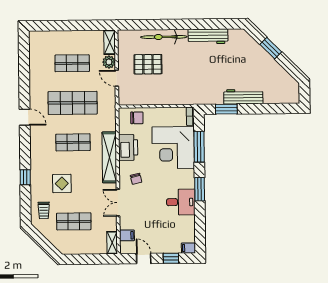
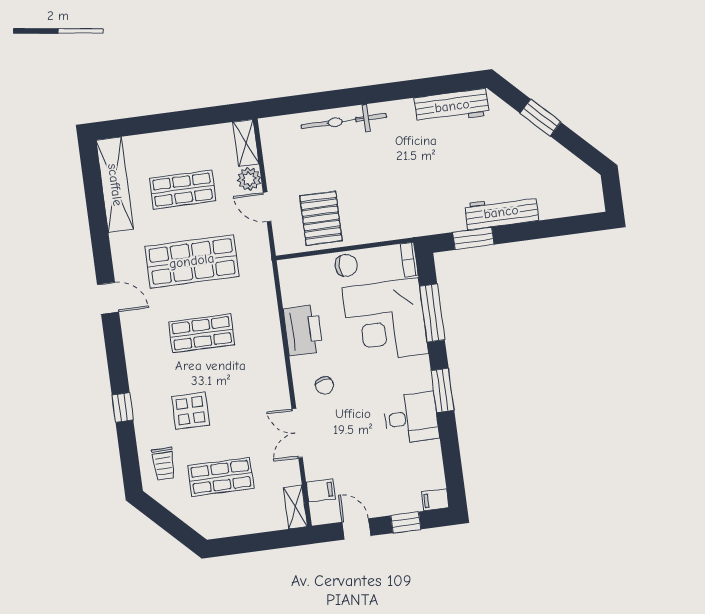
workbench: (208, 36) -> (452, 106), moved
pallet: (148, 64) -> (321, 218), moved, turned 90
chair: (137, 118) -> (346, 265), moved
shelving: (109, 157) -> (115, 185), moved

